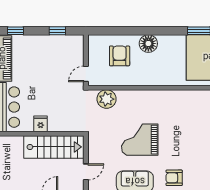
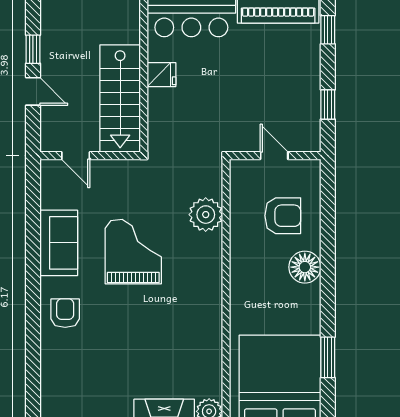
door: (86, 74) -> (274, 156), moved
plant: (107, 99) -> (206, 215), moved

